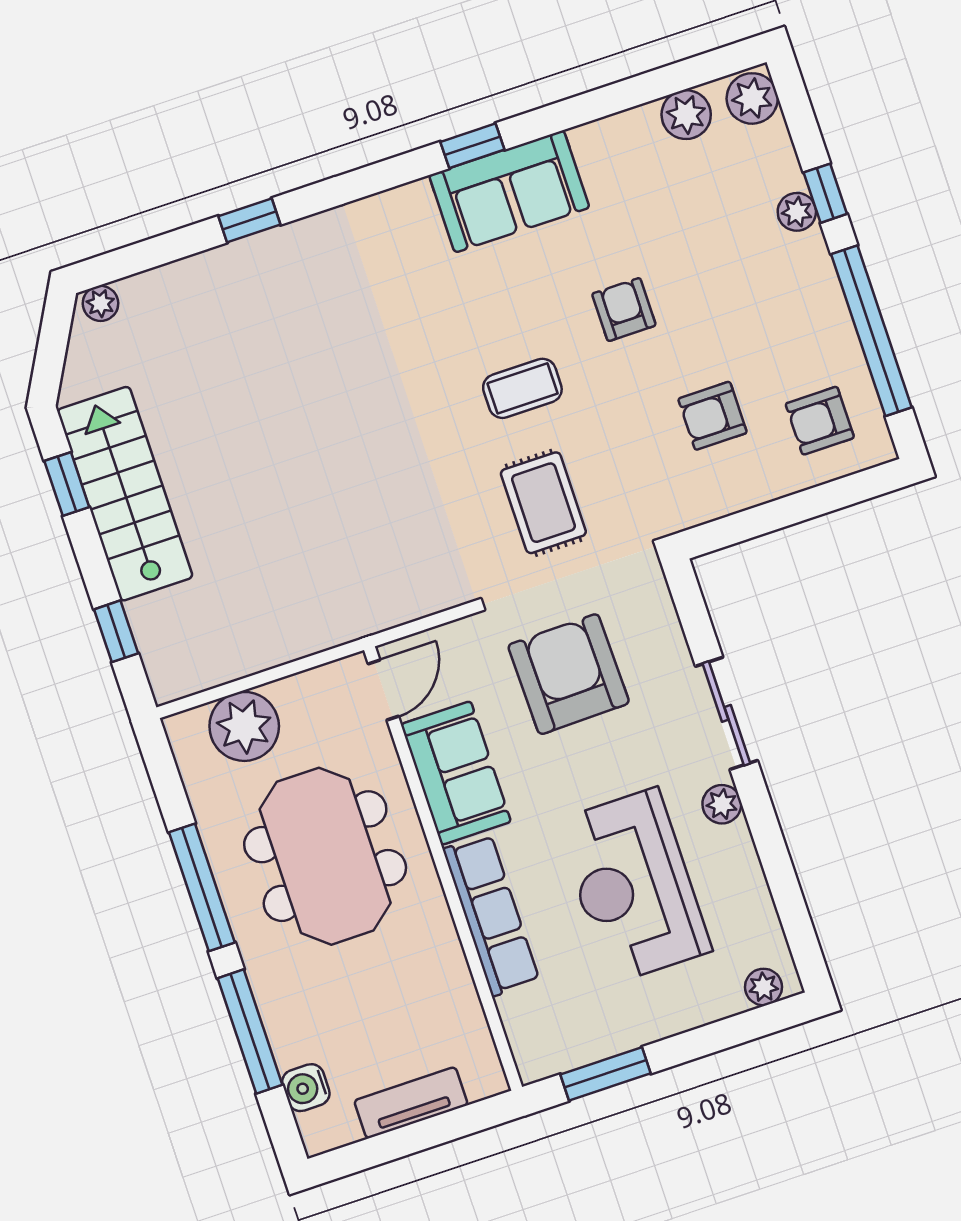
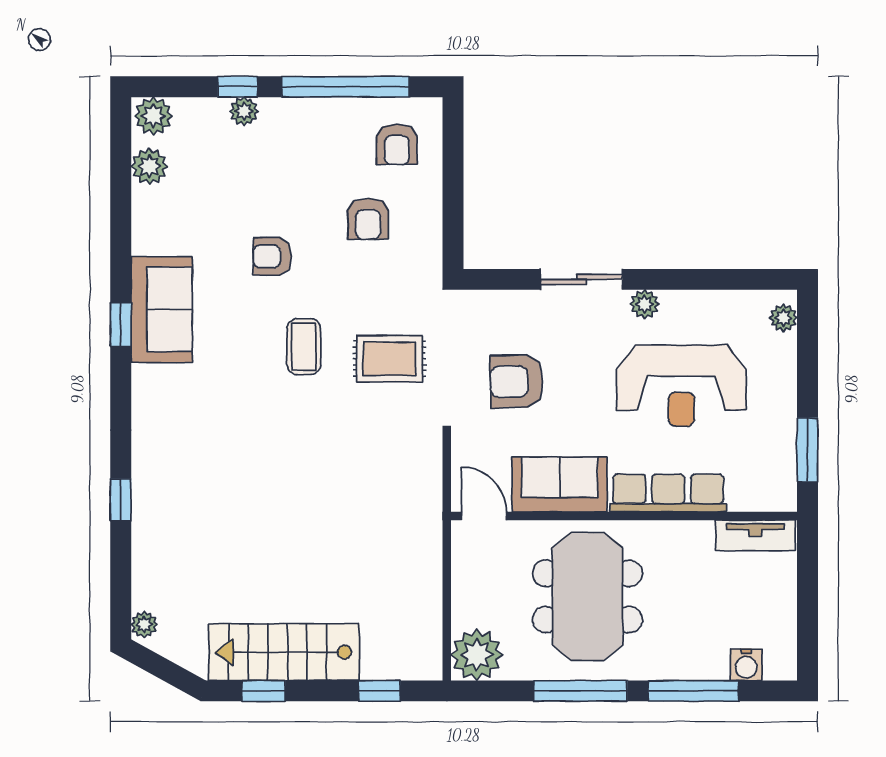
armchair: (569, 674) -> (516, 382), width x0.73, depth x0.73
plant: (244, 726) -> (477, 655), moved
meeting table: (325, 856) -> (587, 596), turned 90
tv unit: (411, 1103) -> (755, 535), moved, turned -90

